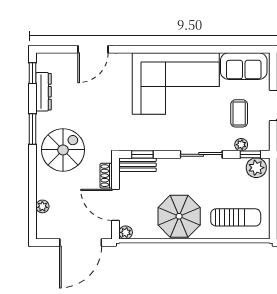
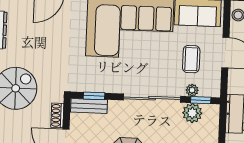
sliding door: (201, 154) -> (152, 98), width x1.37
plant: (256, 168) -> (192, 113), moved

